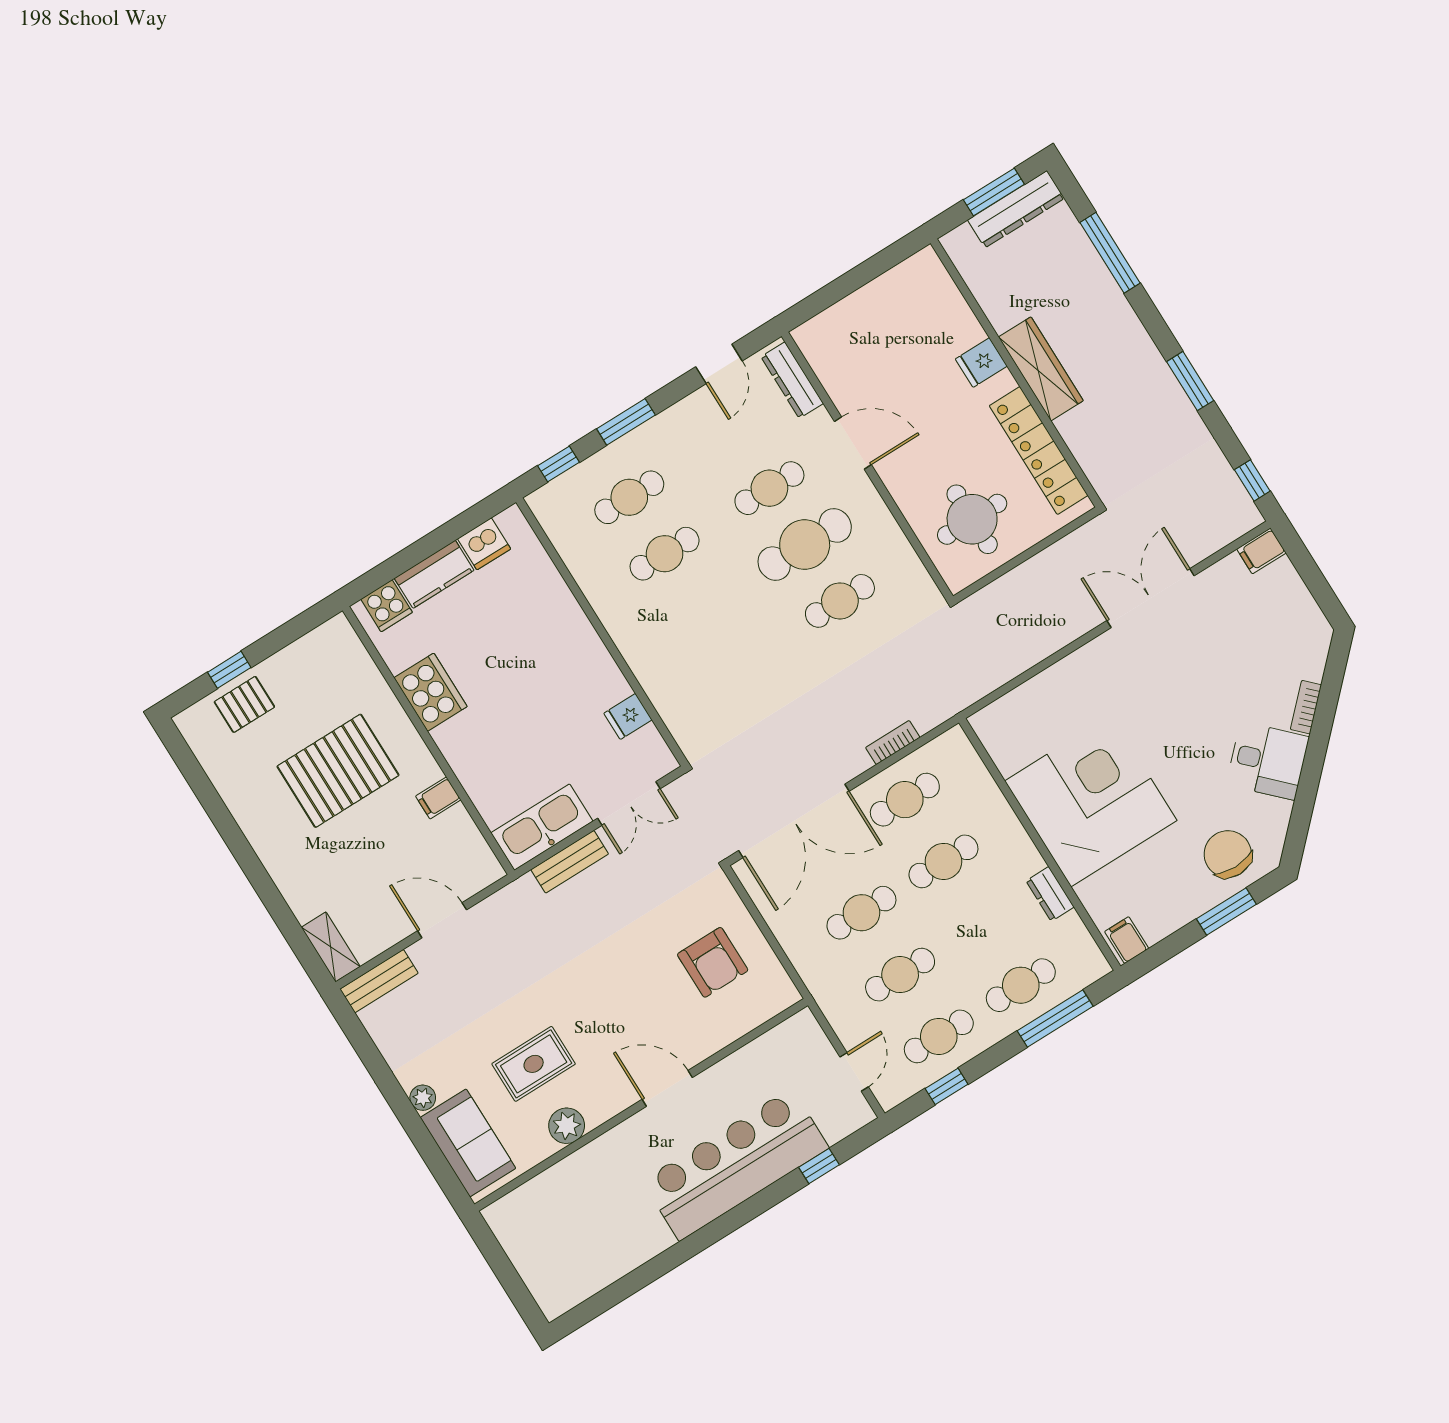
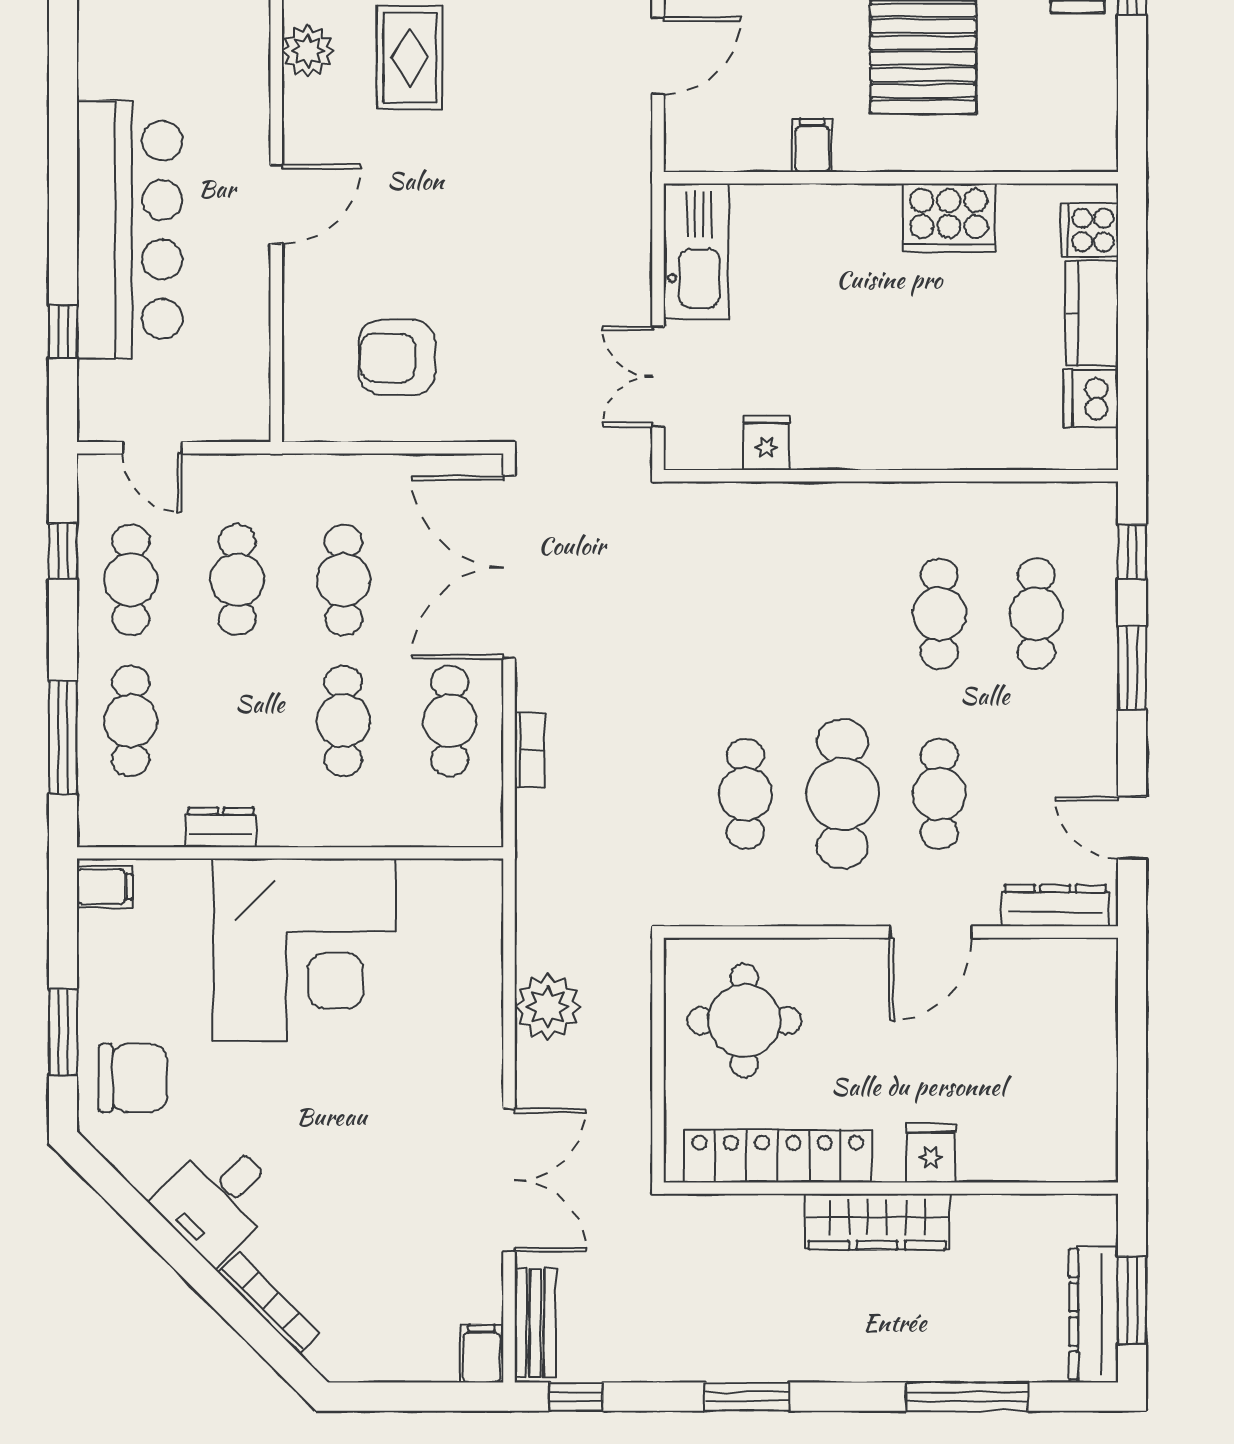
plant: (1036, 639) -> (548, 1007), added
bookcase: (1306, 707) -> (269, 1303), width x1.56
bench: (570, 862) -> (535, 1323), moved

